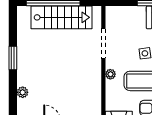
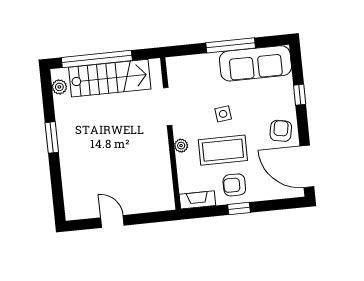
plant: (23, 92) -> (59, 87), moved

